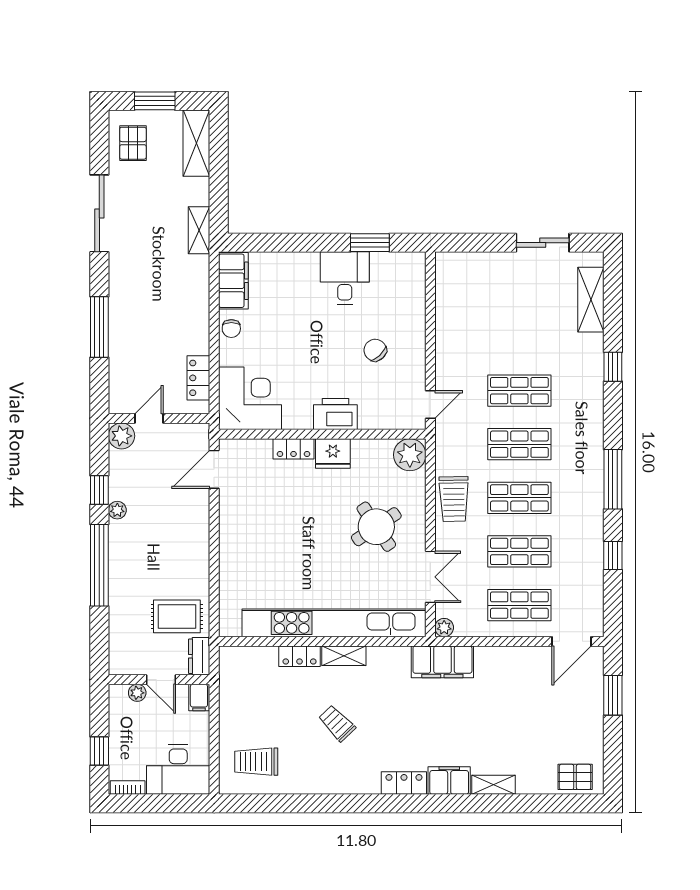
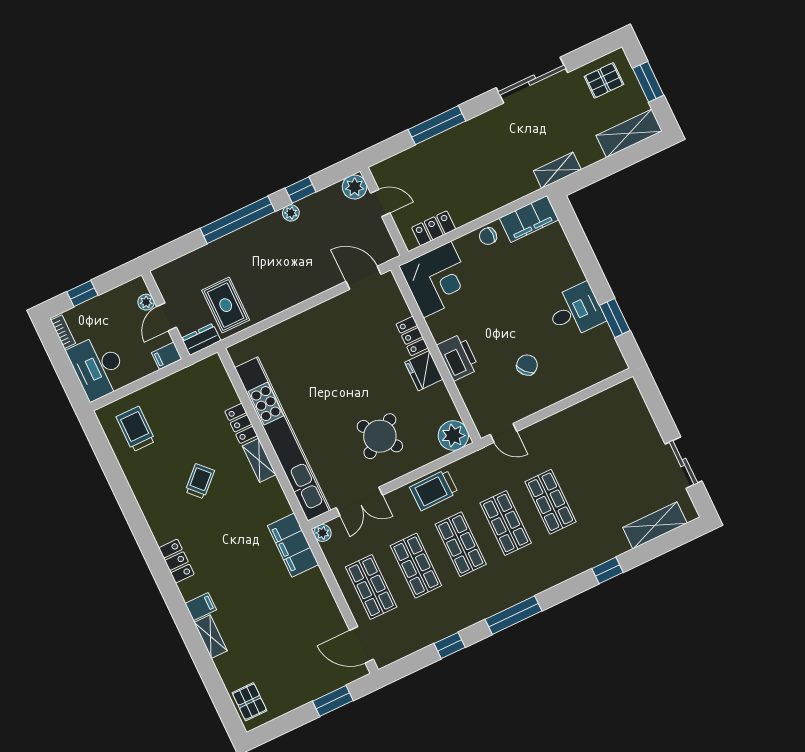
filing cabinet: (449, 780) -> (201, 607), width x0.50

